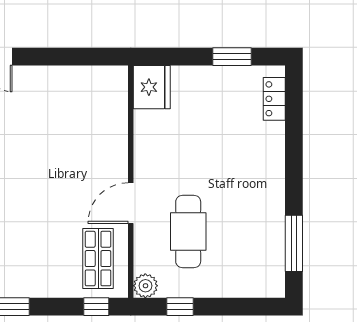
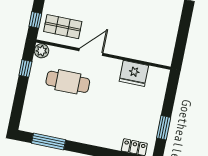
fridge: (152, 87) -> (134, 73), moved
door: (131, 203) -> (91, 52), hinge flipped

